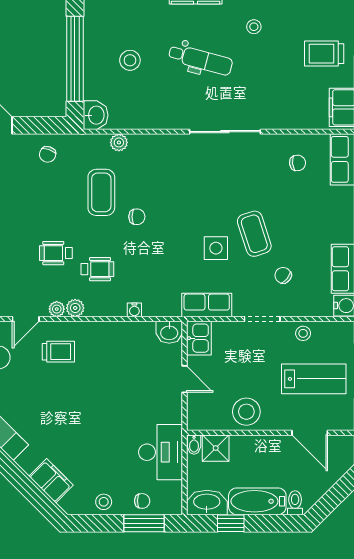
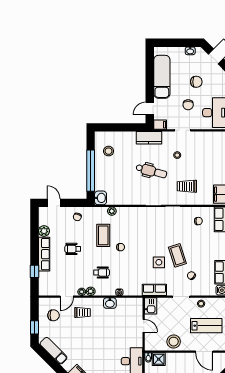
trolley: (324, 54) -> (187, 186), moved
stool: (130, 60) -> (109, 151), moved
wheelchair: (56, 253) -> (73, 249), moved
washbasin: (169, 332) -> (110, 303), moved

